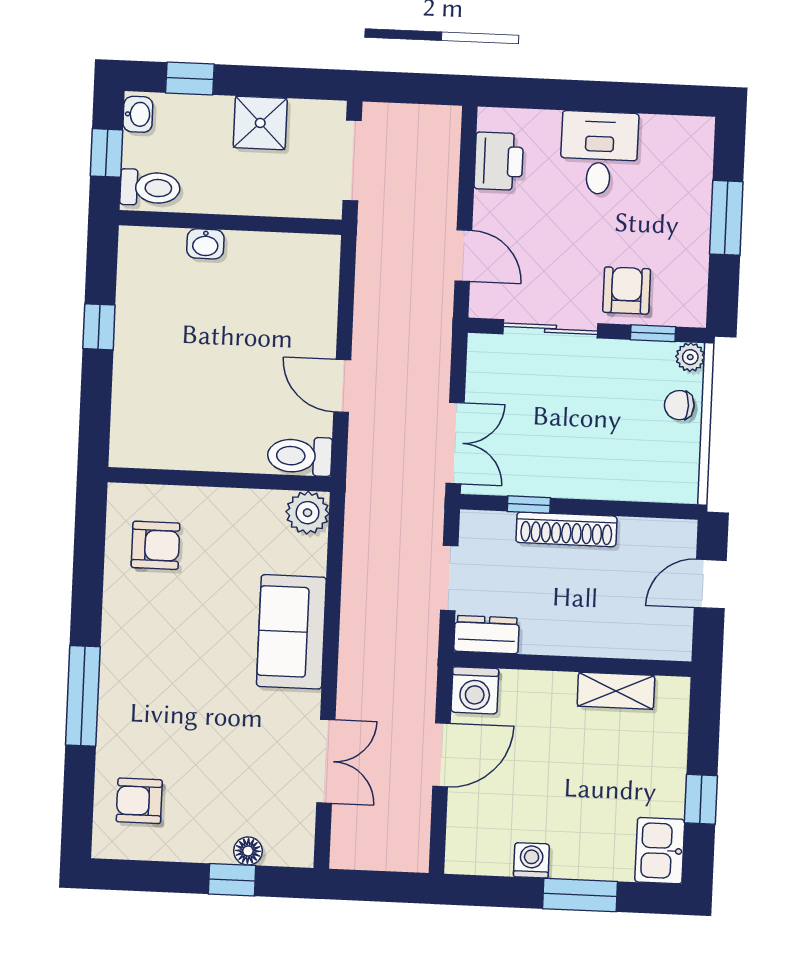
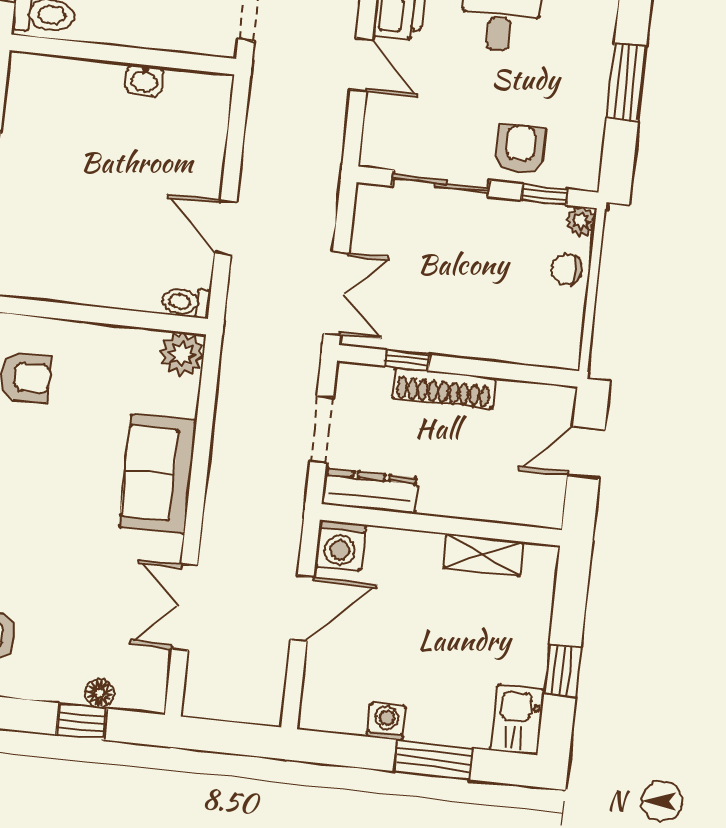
washbasin: (205, 244) -> (144, 80), moved
door: (463, 256) -> (361, 65), moved
toilet: (300, 456) -> (186, 302), width x0.73, depth x0.72
dresser: (487, 635) -> (370, 491), width x1.44
double door: (326, 761) -> (184, 607), swing flipped

